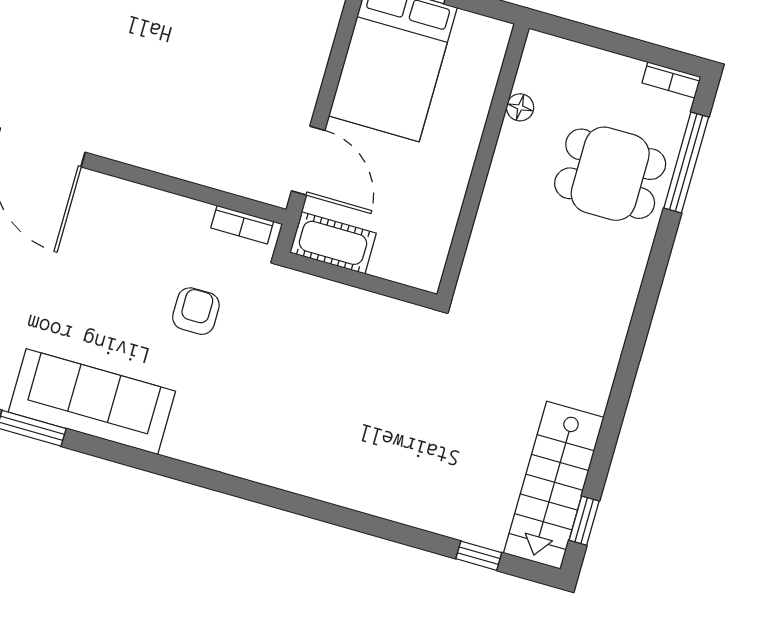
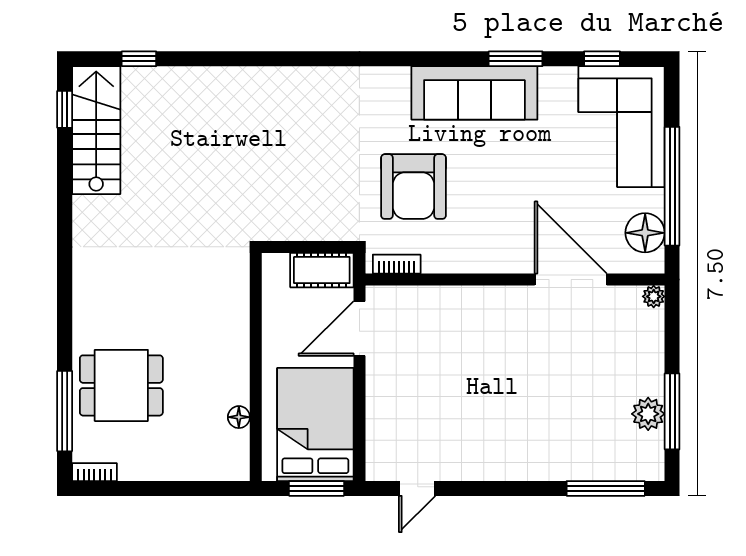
floor lamp: (520, 107) -> (239, 417), moved
door: (308, 161) -> (359, 329), hinge flipped
wall: (483, 161) -> (256, 367), moved
armchair: (196, 311) -> (413, 187), width x1.88, depth x1.88

